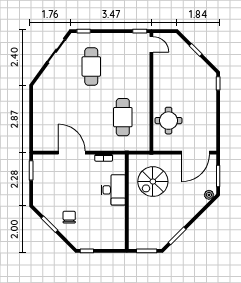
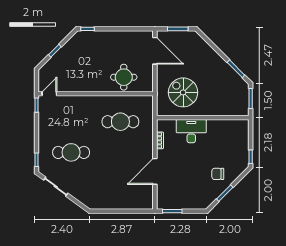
spiral stairs: (153, 182) -> (183, 92), turned 180
plant: (209, 195) -> (196, 38), removed

